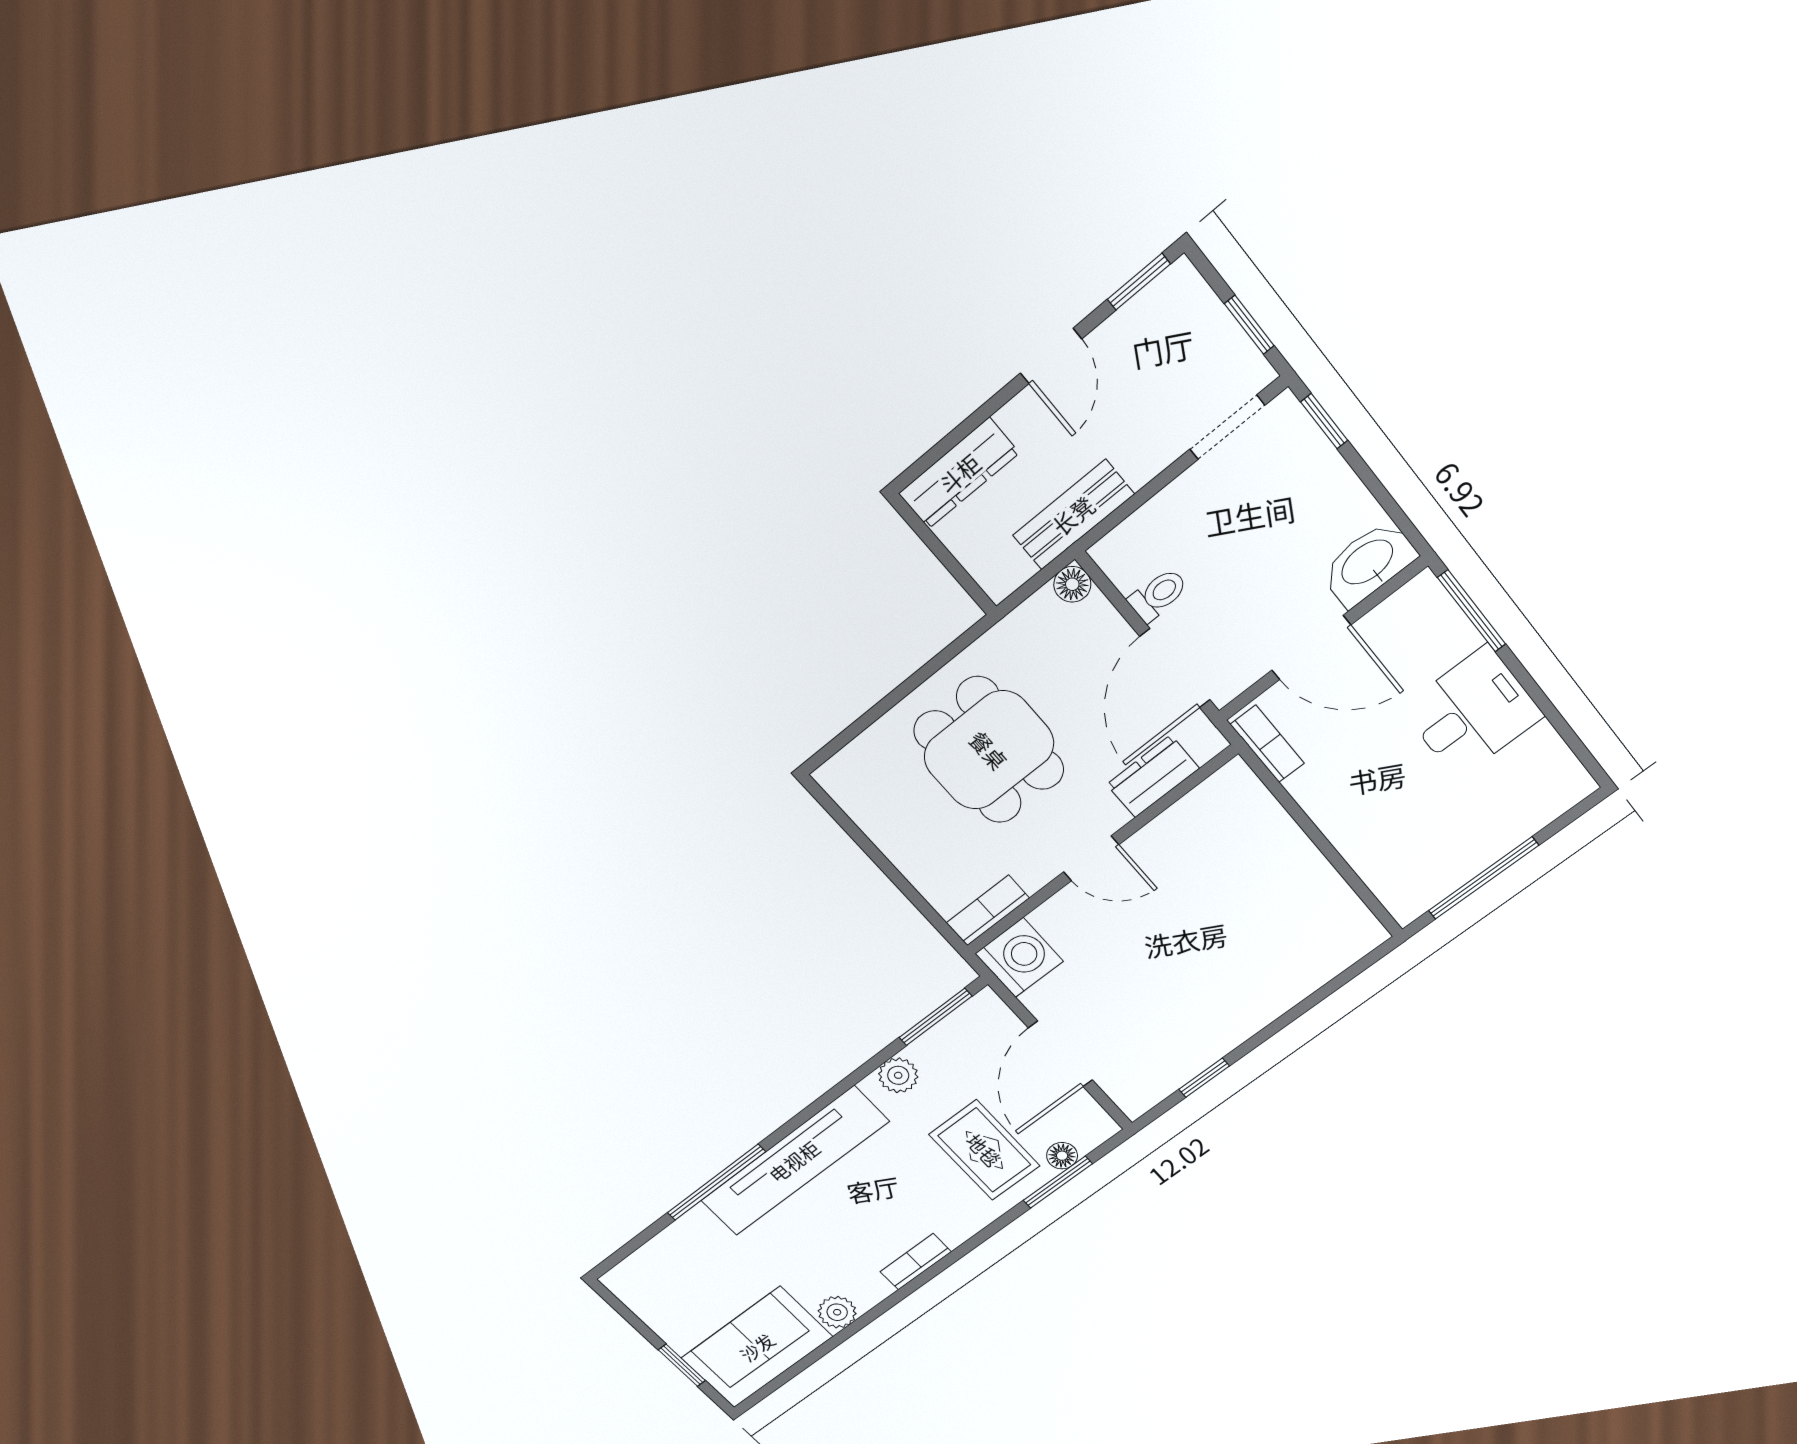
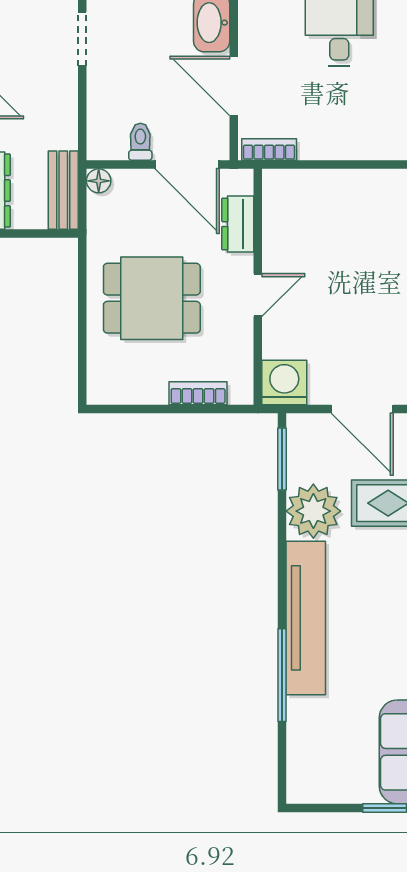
bench: (1073, 515) -> (63, 190), moved
door: (1311, 648) -> (234, 86), swing flipped
bookcase: (988, 910) -> (198, 393), moved, turned 90
plant: (898, 1075) -> (313, 511), width x1.87, depth x1.87

